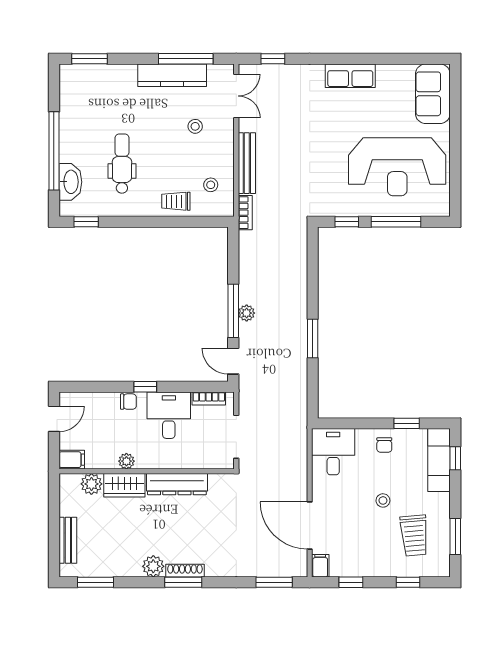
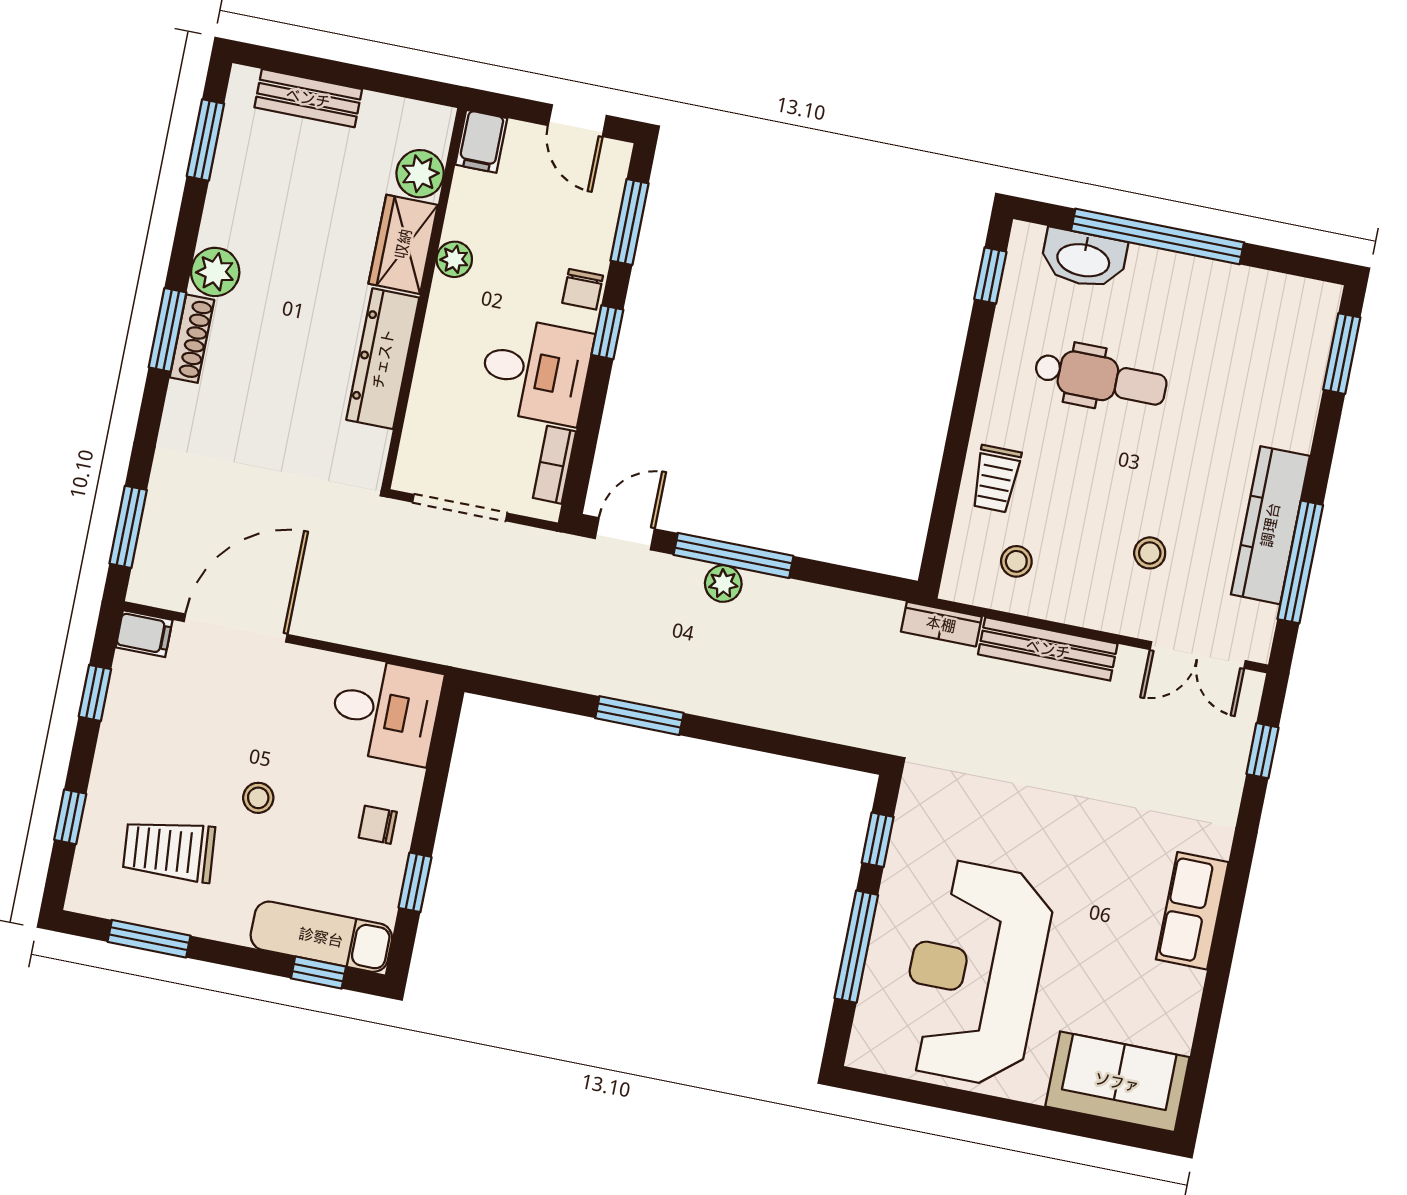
trolley: (176, 201) -> (996, 479), turned 180
window: (94, 387) -> (629, 222), added

